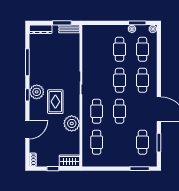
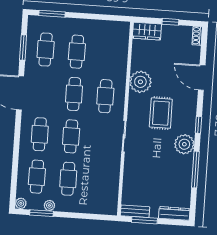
plant: (37, 92) -> (184, 144), moved
door: (27, 130) -> (202, 78), hinge flipped
cafe table: (97, 142) -> (77, 52), moved

